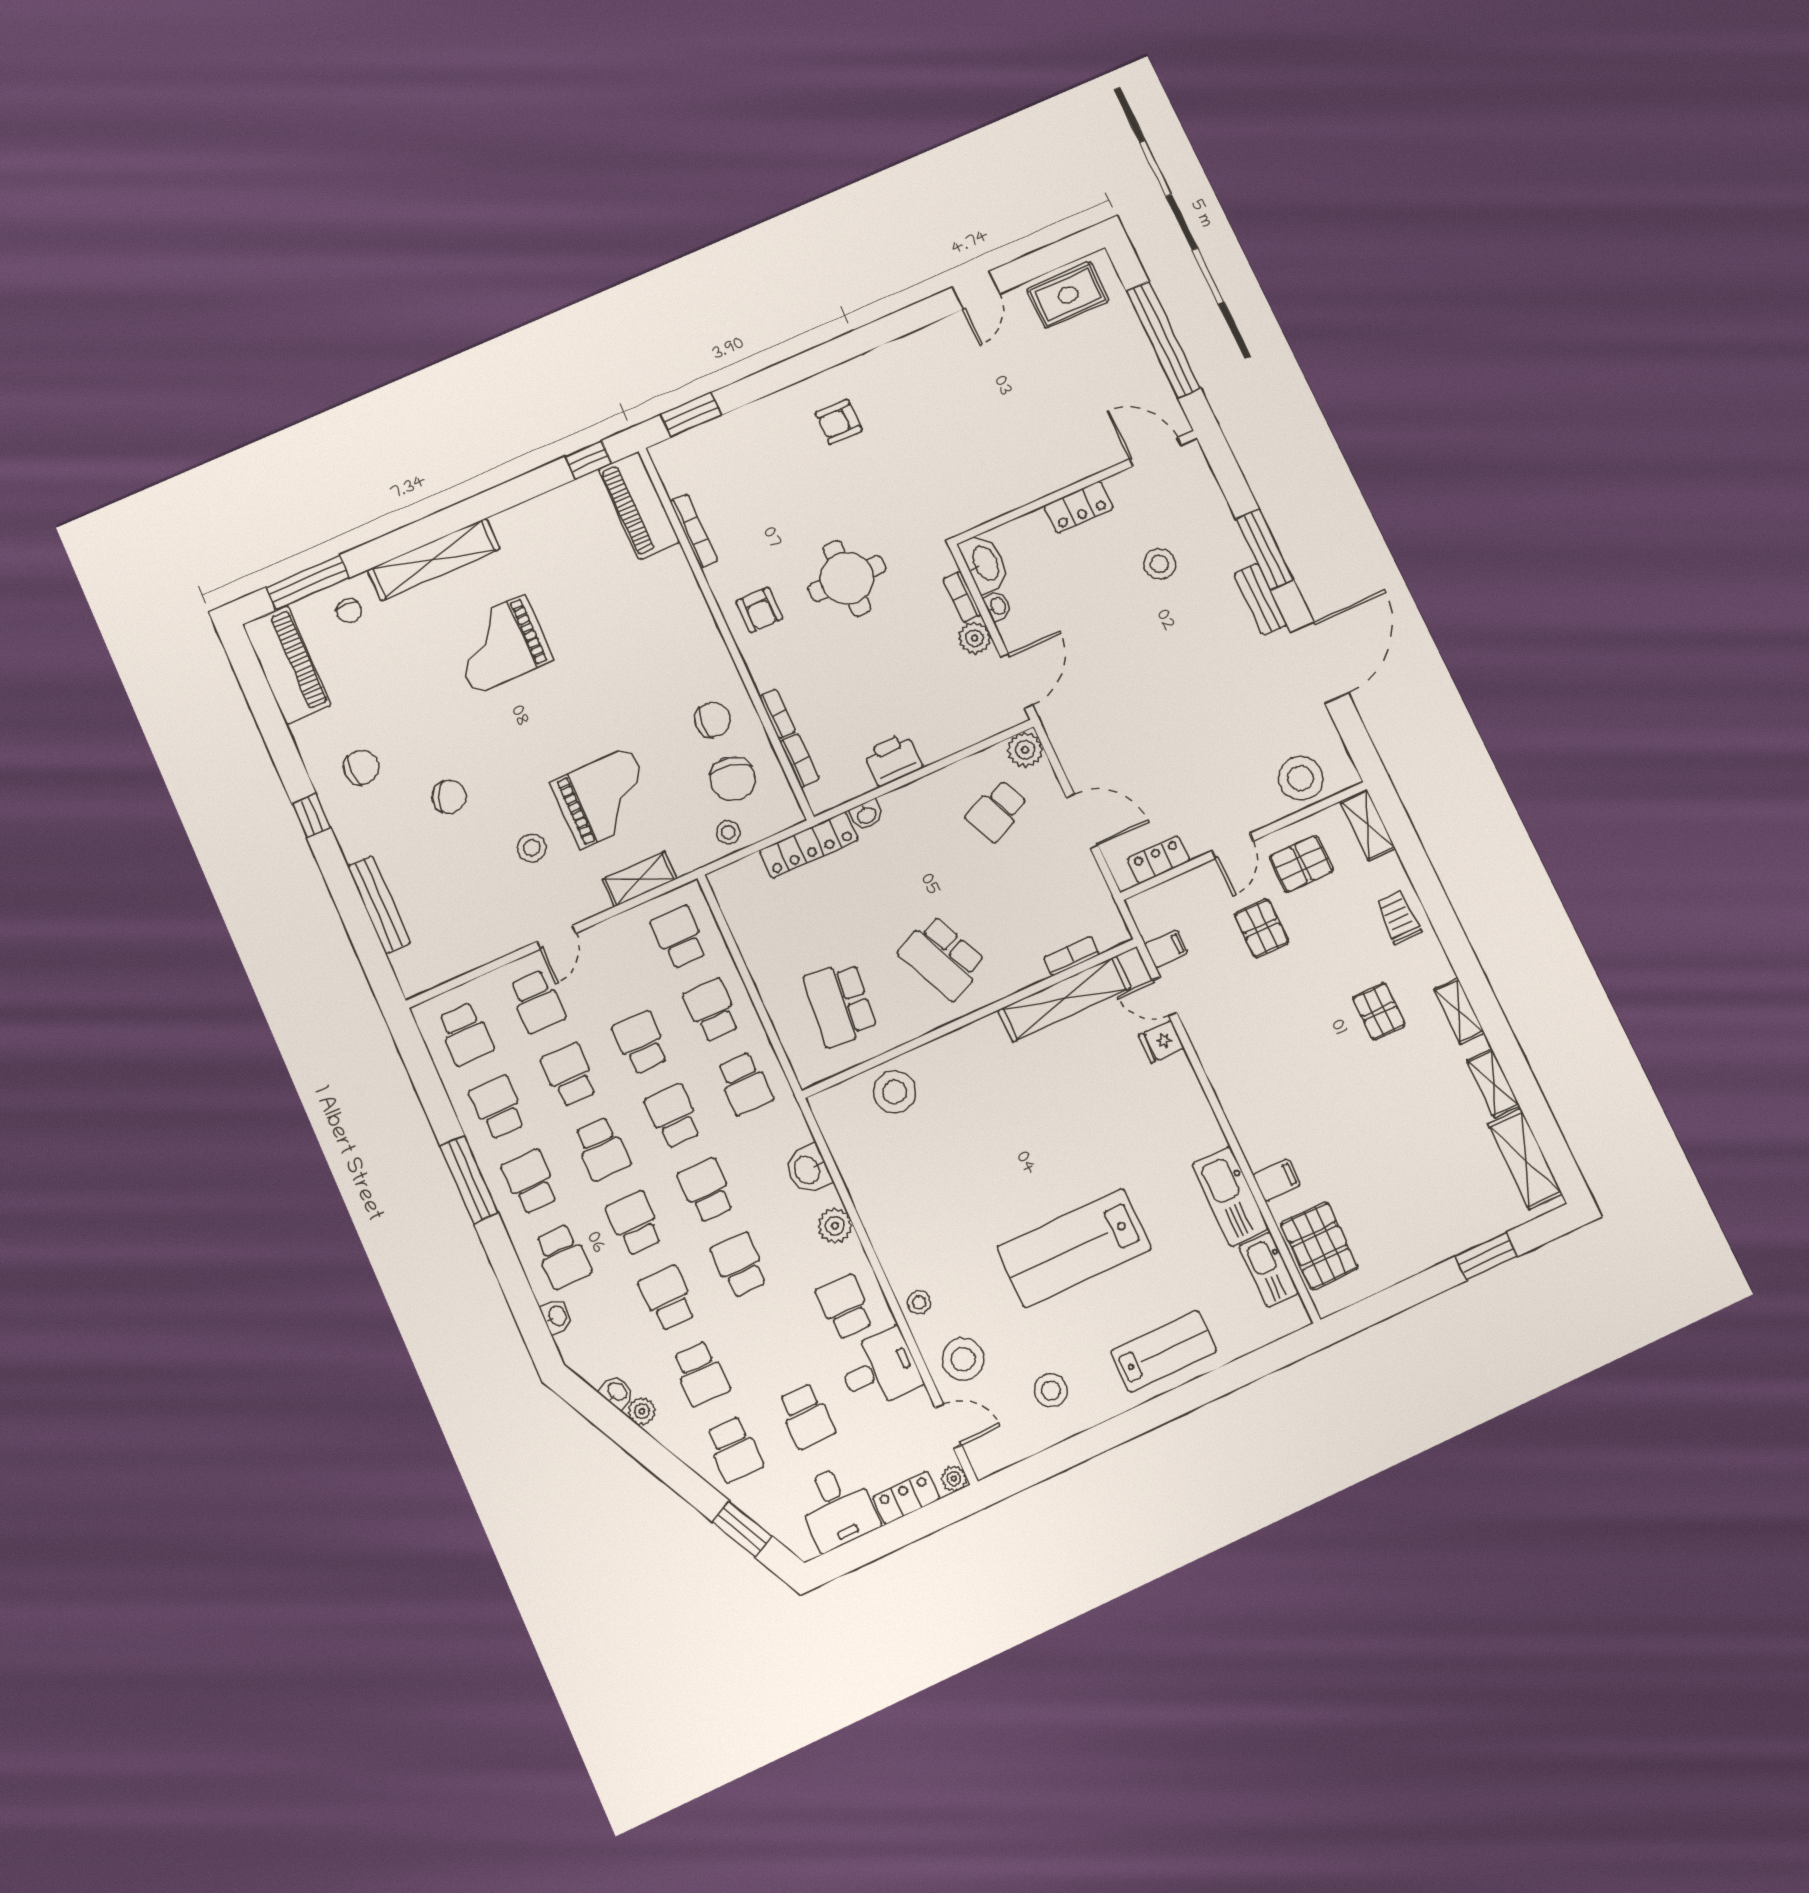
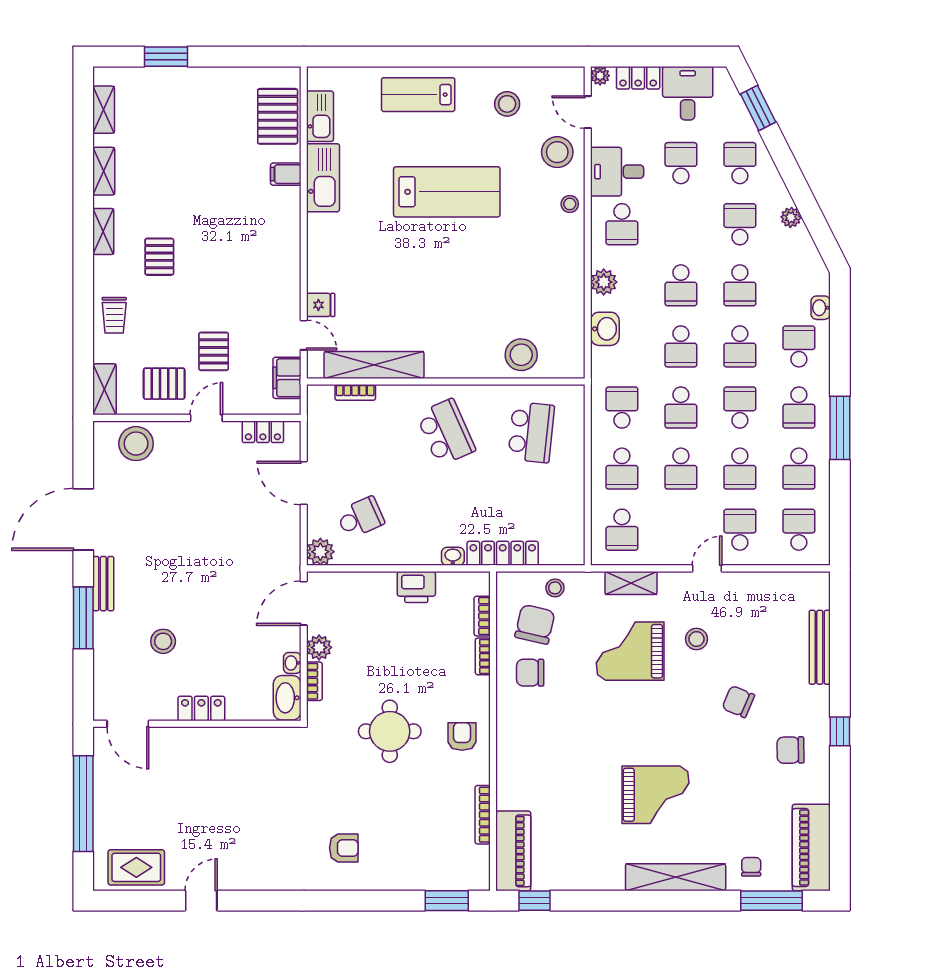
filing cabinet: (1166, 949) -> (287, 378), width x2.00
shelving: (1525, 1159) -> (104, 110), width x0.67, depth x0.75
washbasin: (617, 1392) -> (802, 238), removed

